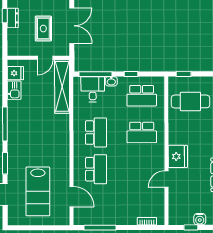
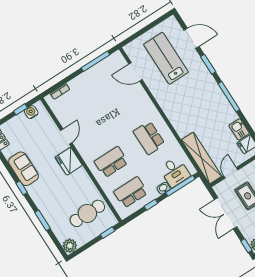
school desk: (96, 169) -> (130, 107), removed
water cooler: (200, 219) -> (31, 112), moved

